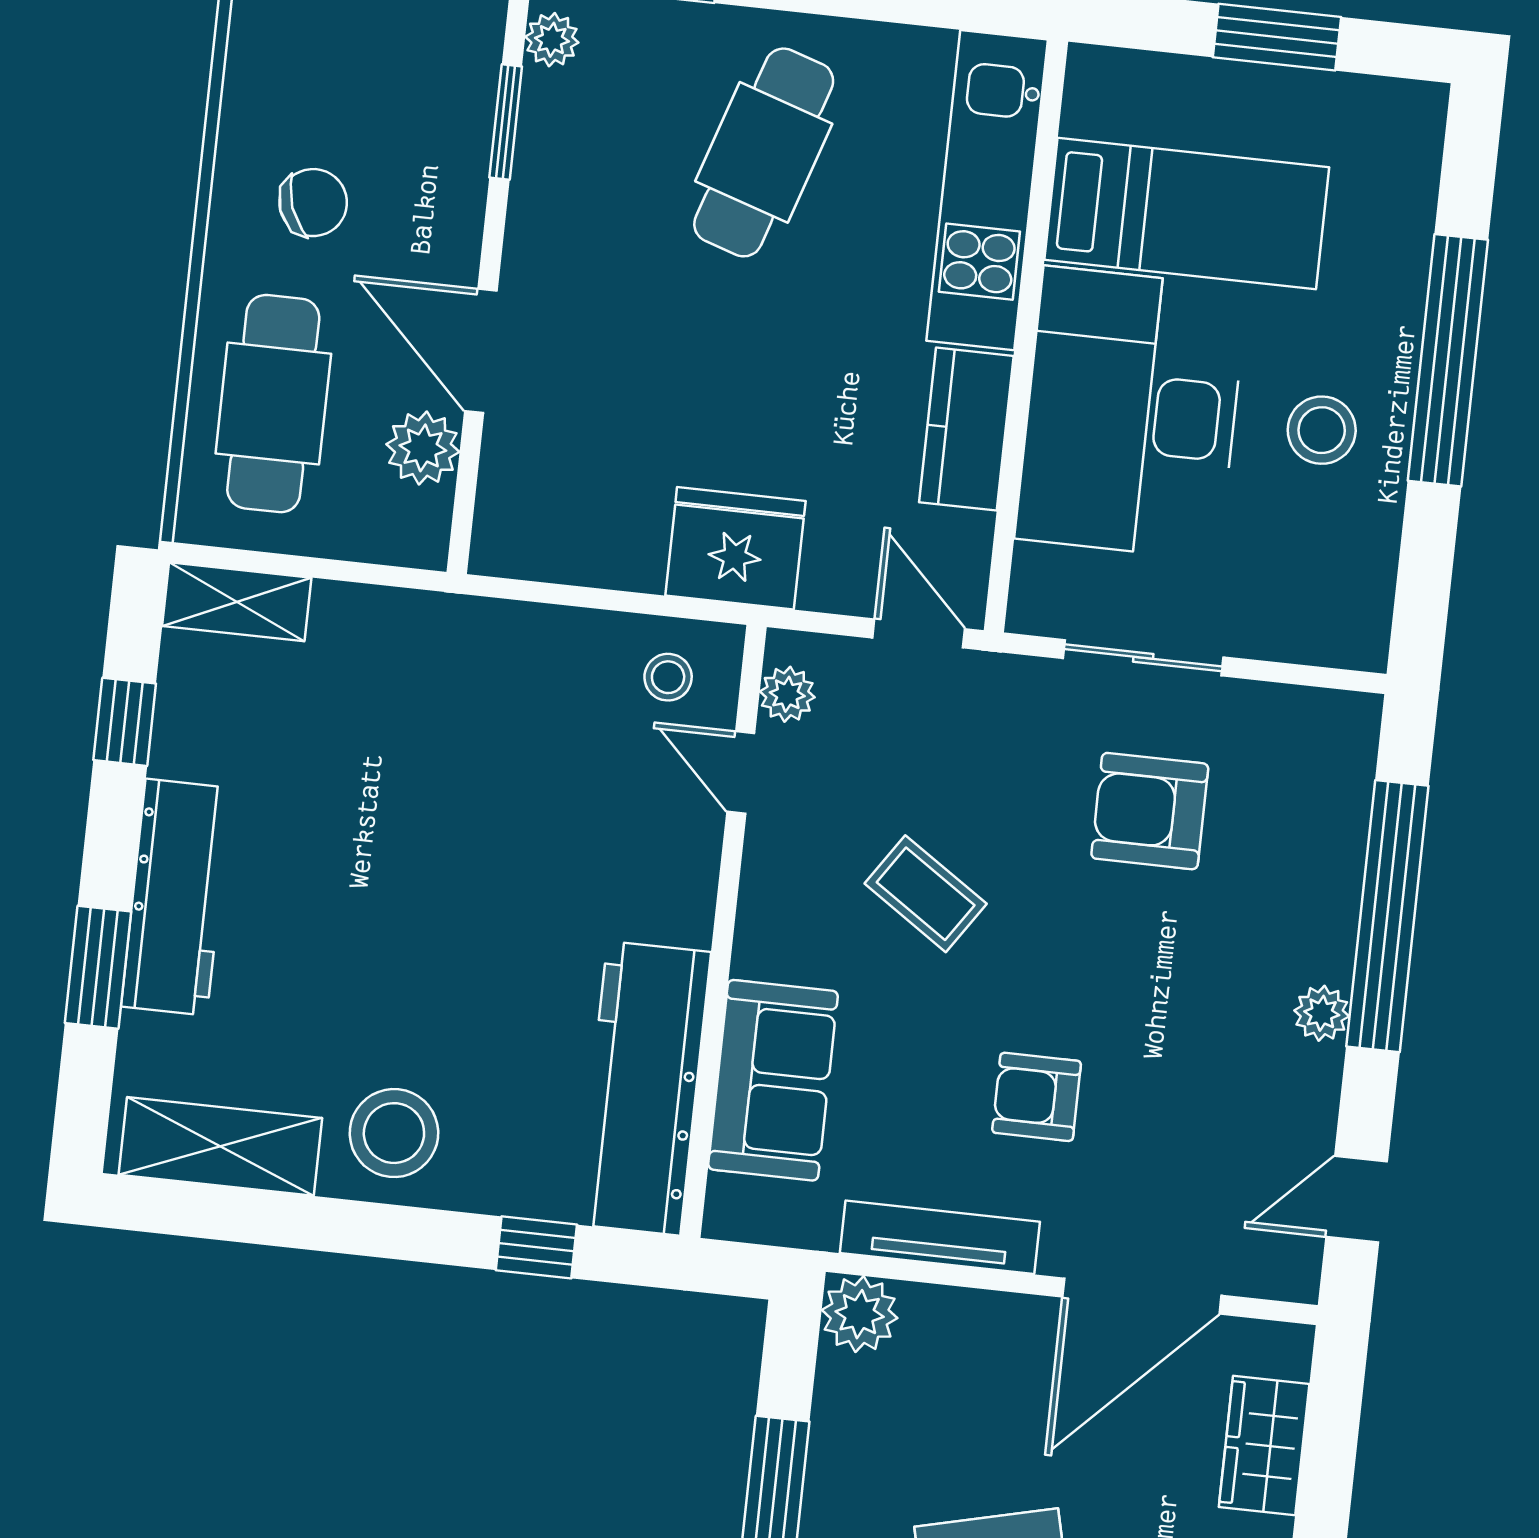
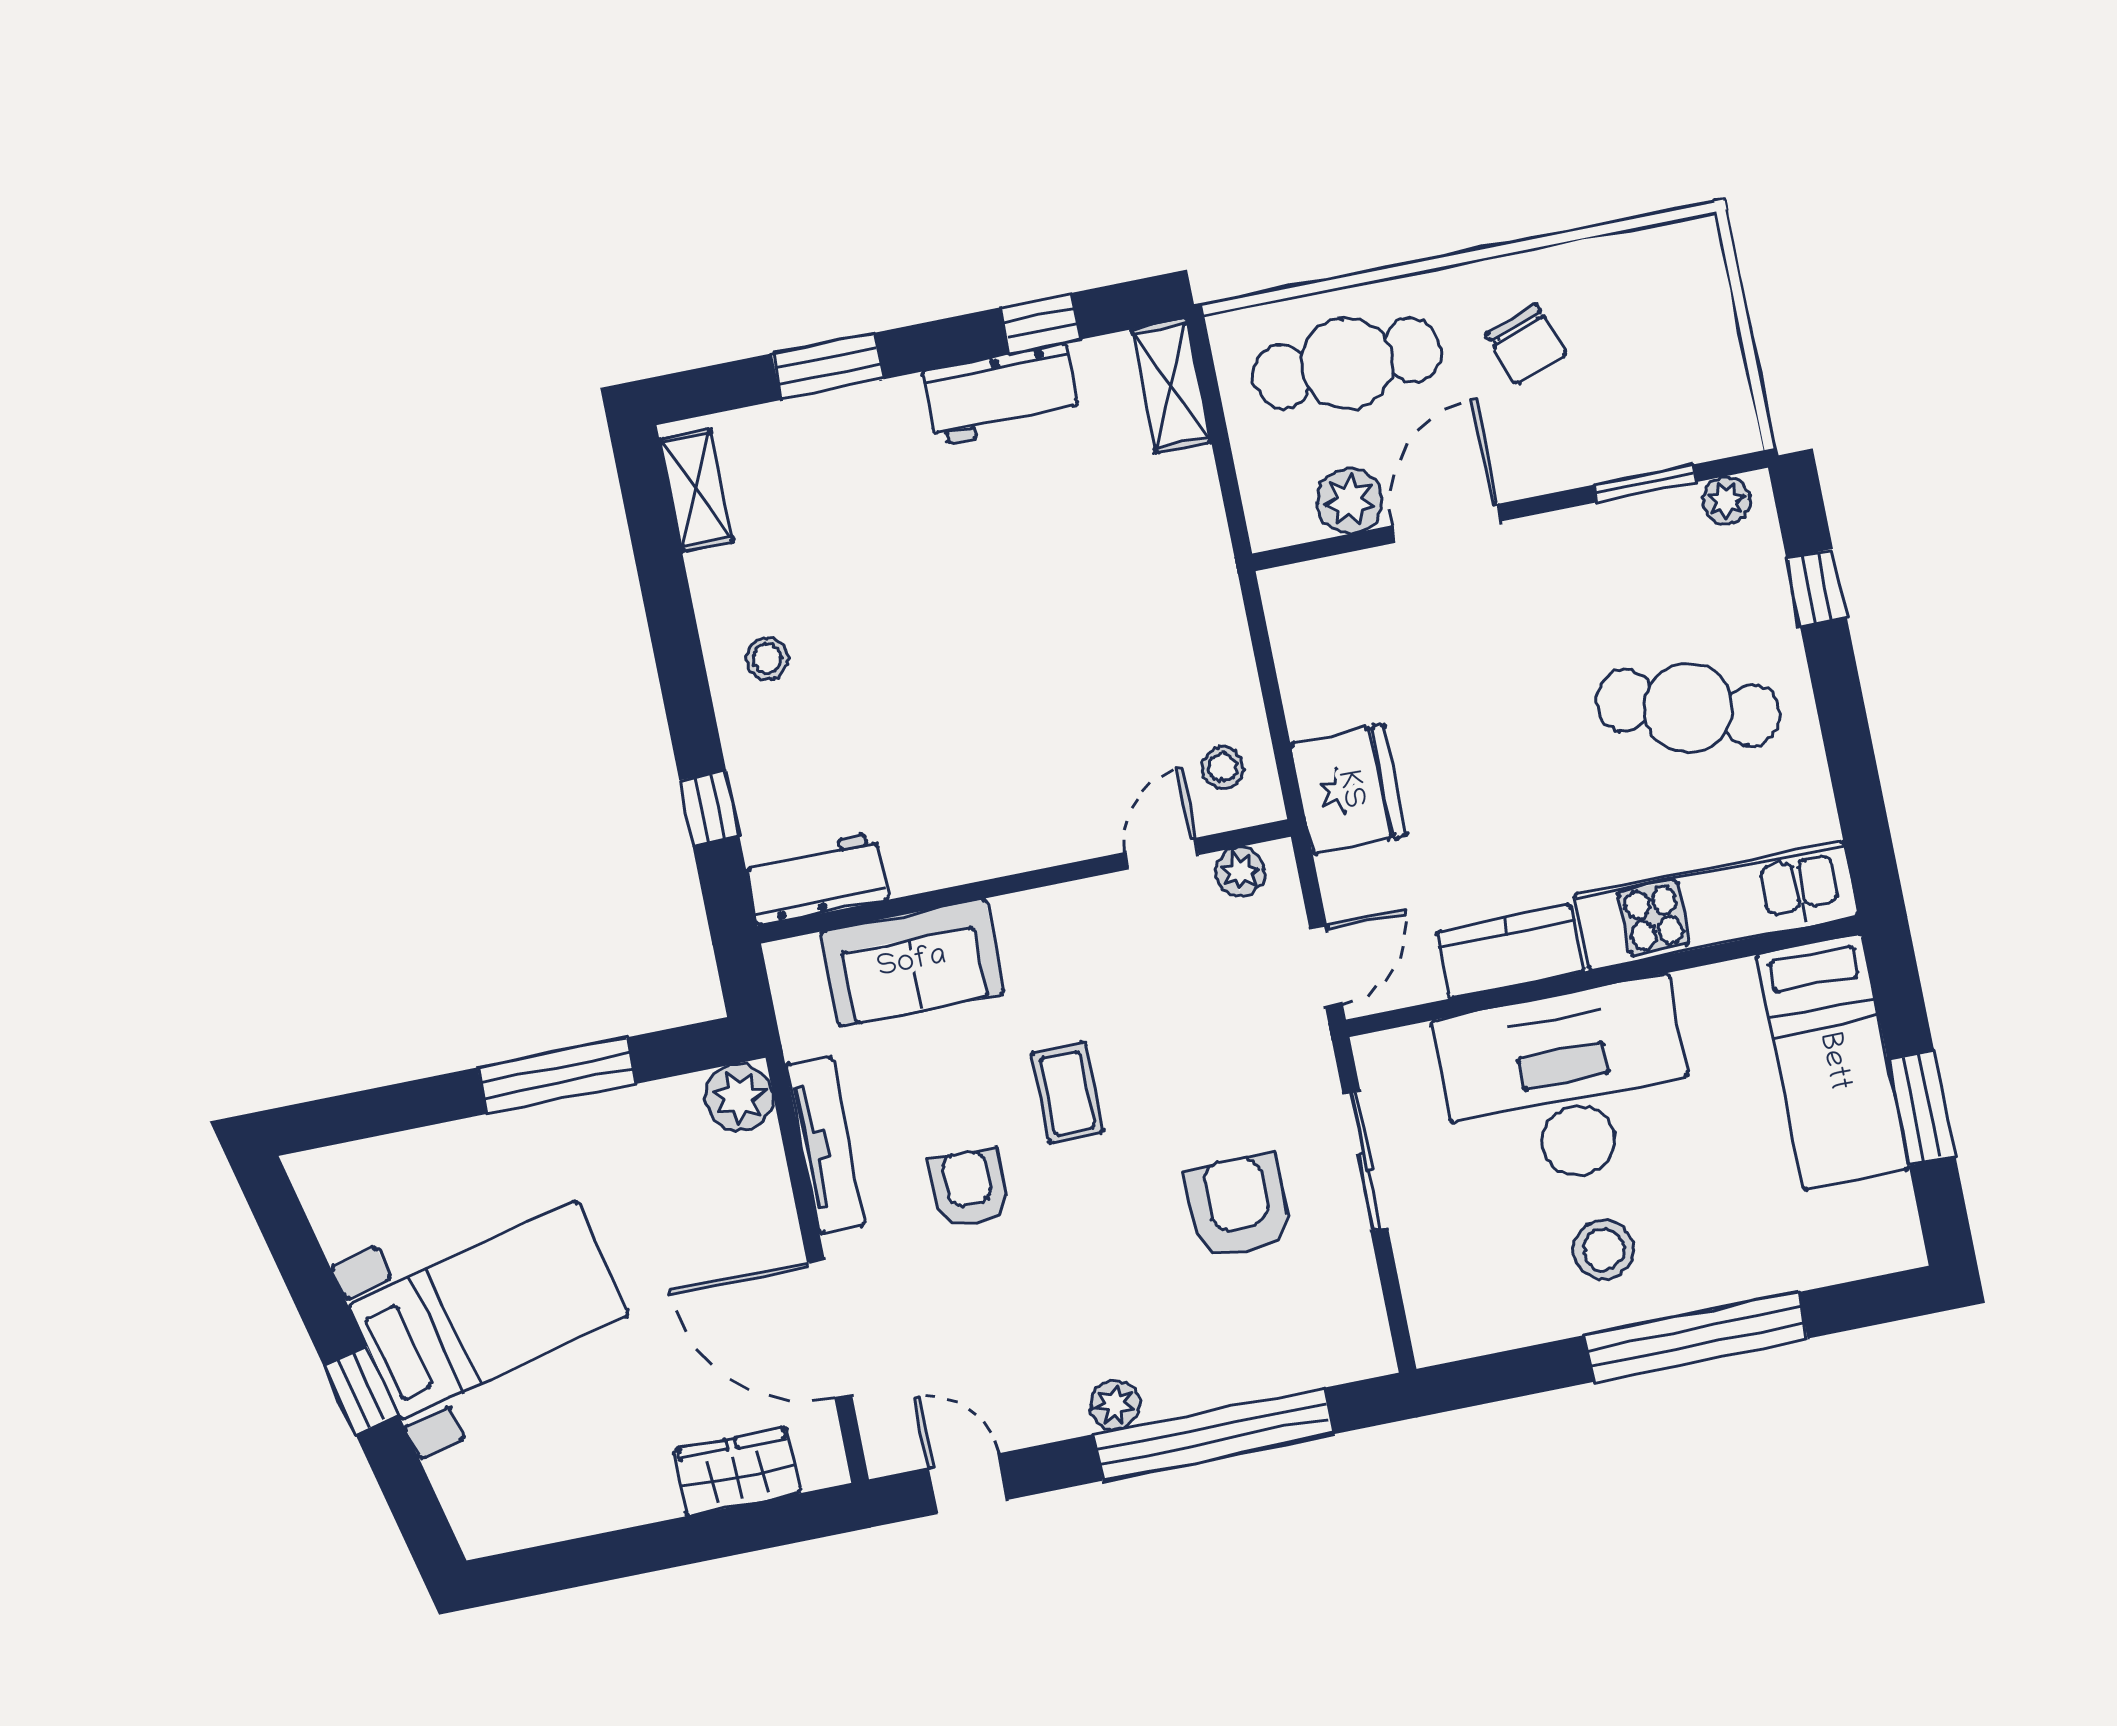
bed: (1187, 214) -> (1833, 1062), moved
coffee table: (926, 894) -> (1068, 1093), moved, turned -34
workbench: (176, 897) -> (1001, 394), moved, width x0.73
workbench: (644, 1088) -> (816, 879), width x0.53, depth x0.76
stool: (394, 1133) -> (767, 659), width x0.53, depth x0.53
shelving: (220, 1146) -> (696, 490), width x0.67, depth x0.75

